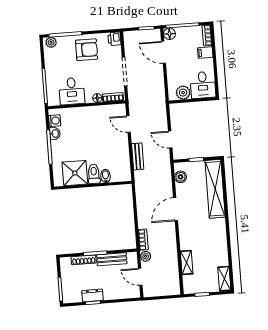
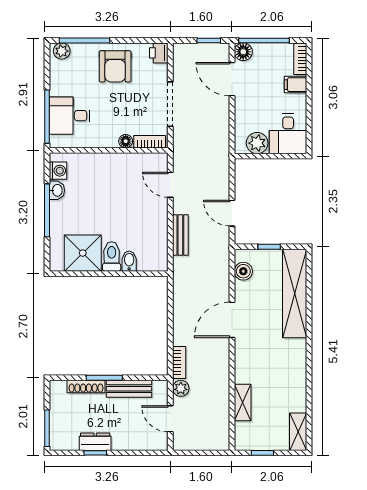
armchair: (87, 50) -> (115, 66), turned 90
desk: (72, 91) -> (70, 116), moved, turned 90

